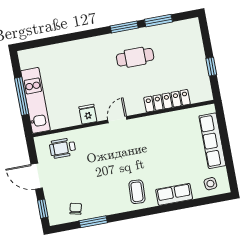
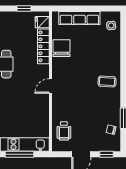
fridge: (88, 114) -> (42, 22), moved
door: (117, 120) -> (50, 86), hinge flipped
chair: (169, 125) -> (61, 48), added
row of seats: (174, 194) -> (114, 54), removed

